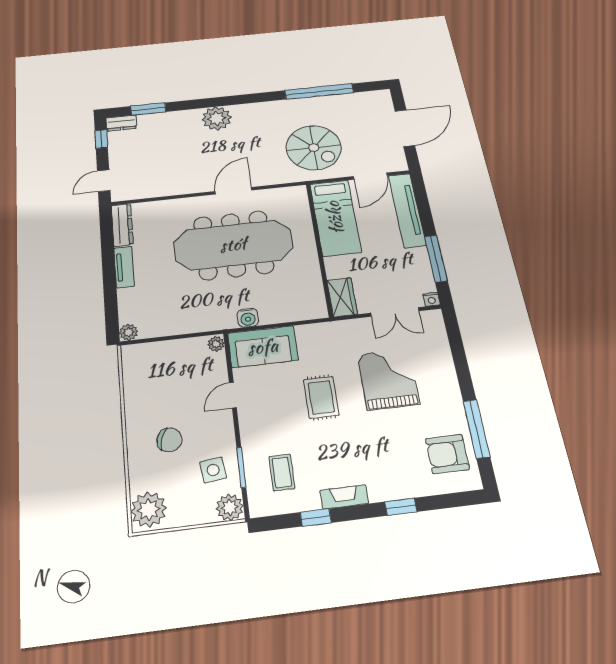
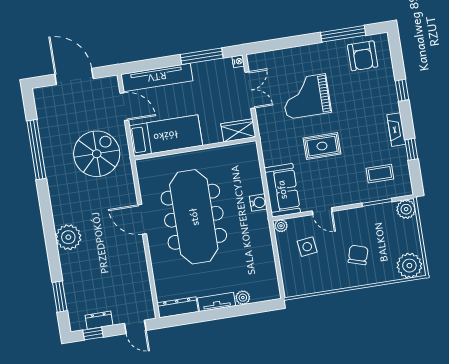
dresser: (121, 123) -> (99, 320), moved, turned -90
plant: (129, 332) -> (243, 298), moved
side table: (213, 470) -> (307, 247), moved

